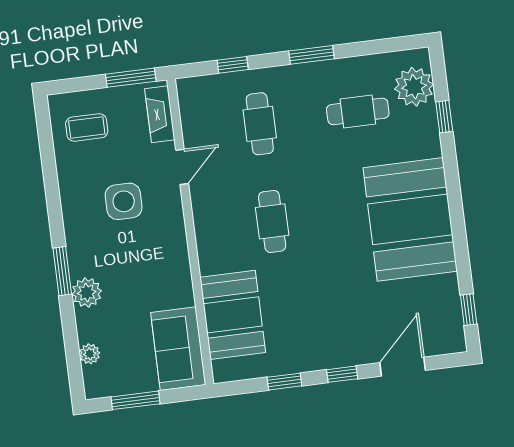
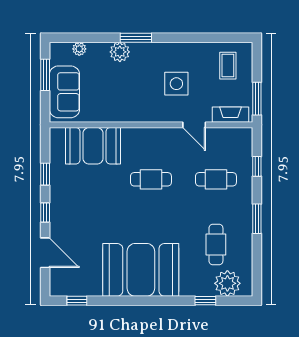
sofa: (178, 349) -> (64, 92), moved, turned 90

